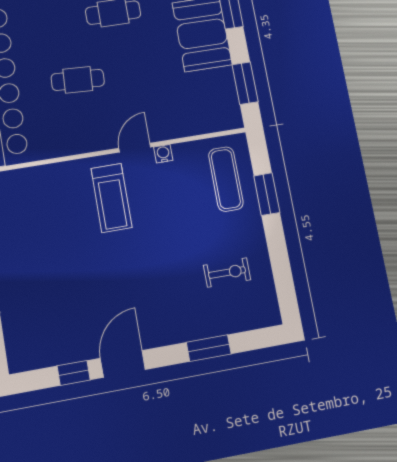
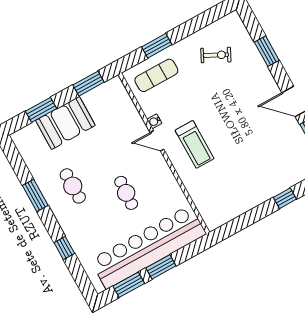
treadmill: (111, 198) -> (195, 144), turned 90
exercise bike: (227, 273) -> (216, 55), turned 117

